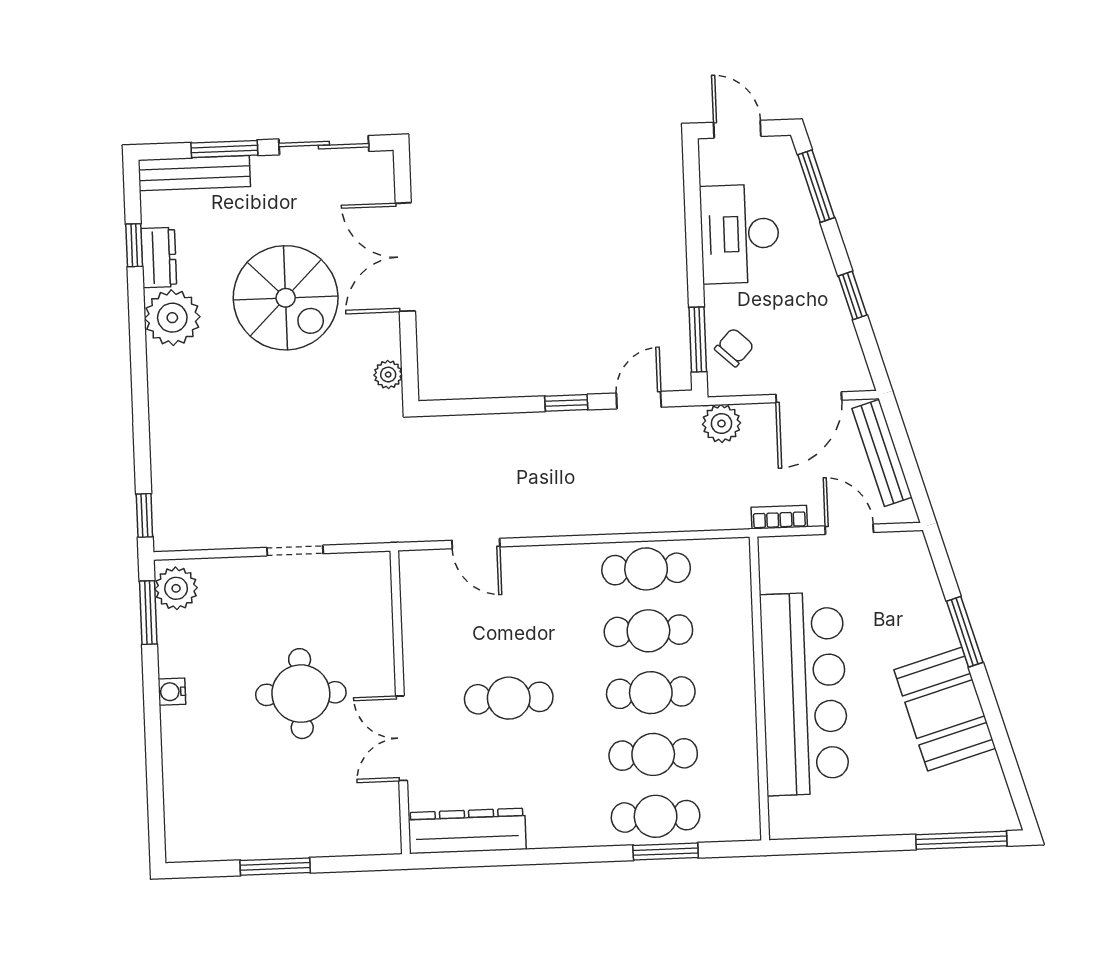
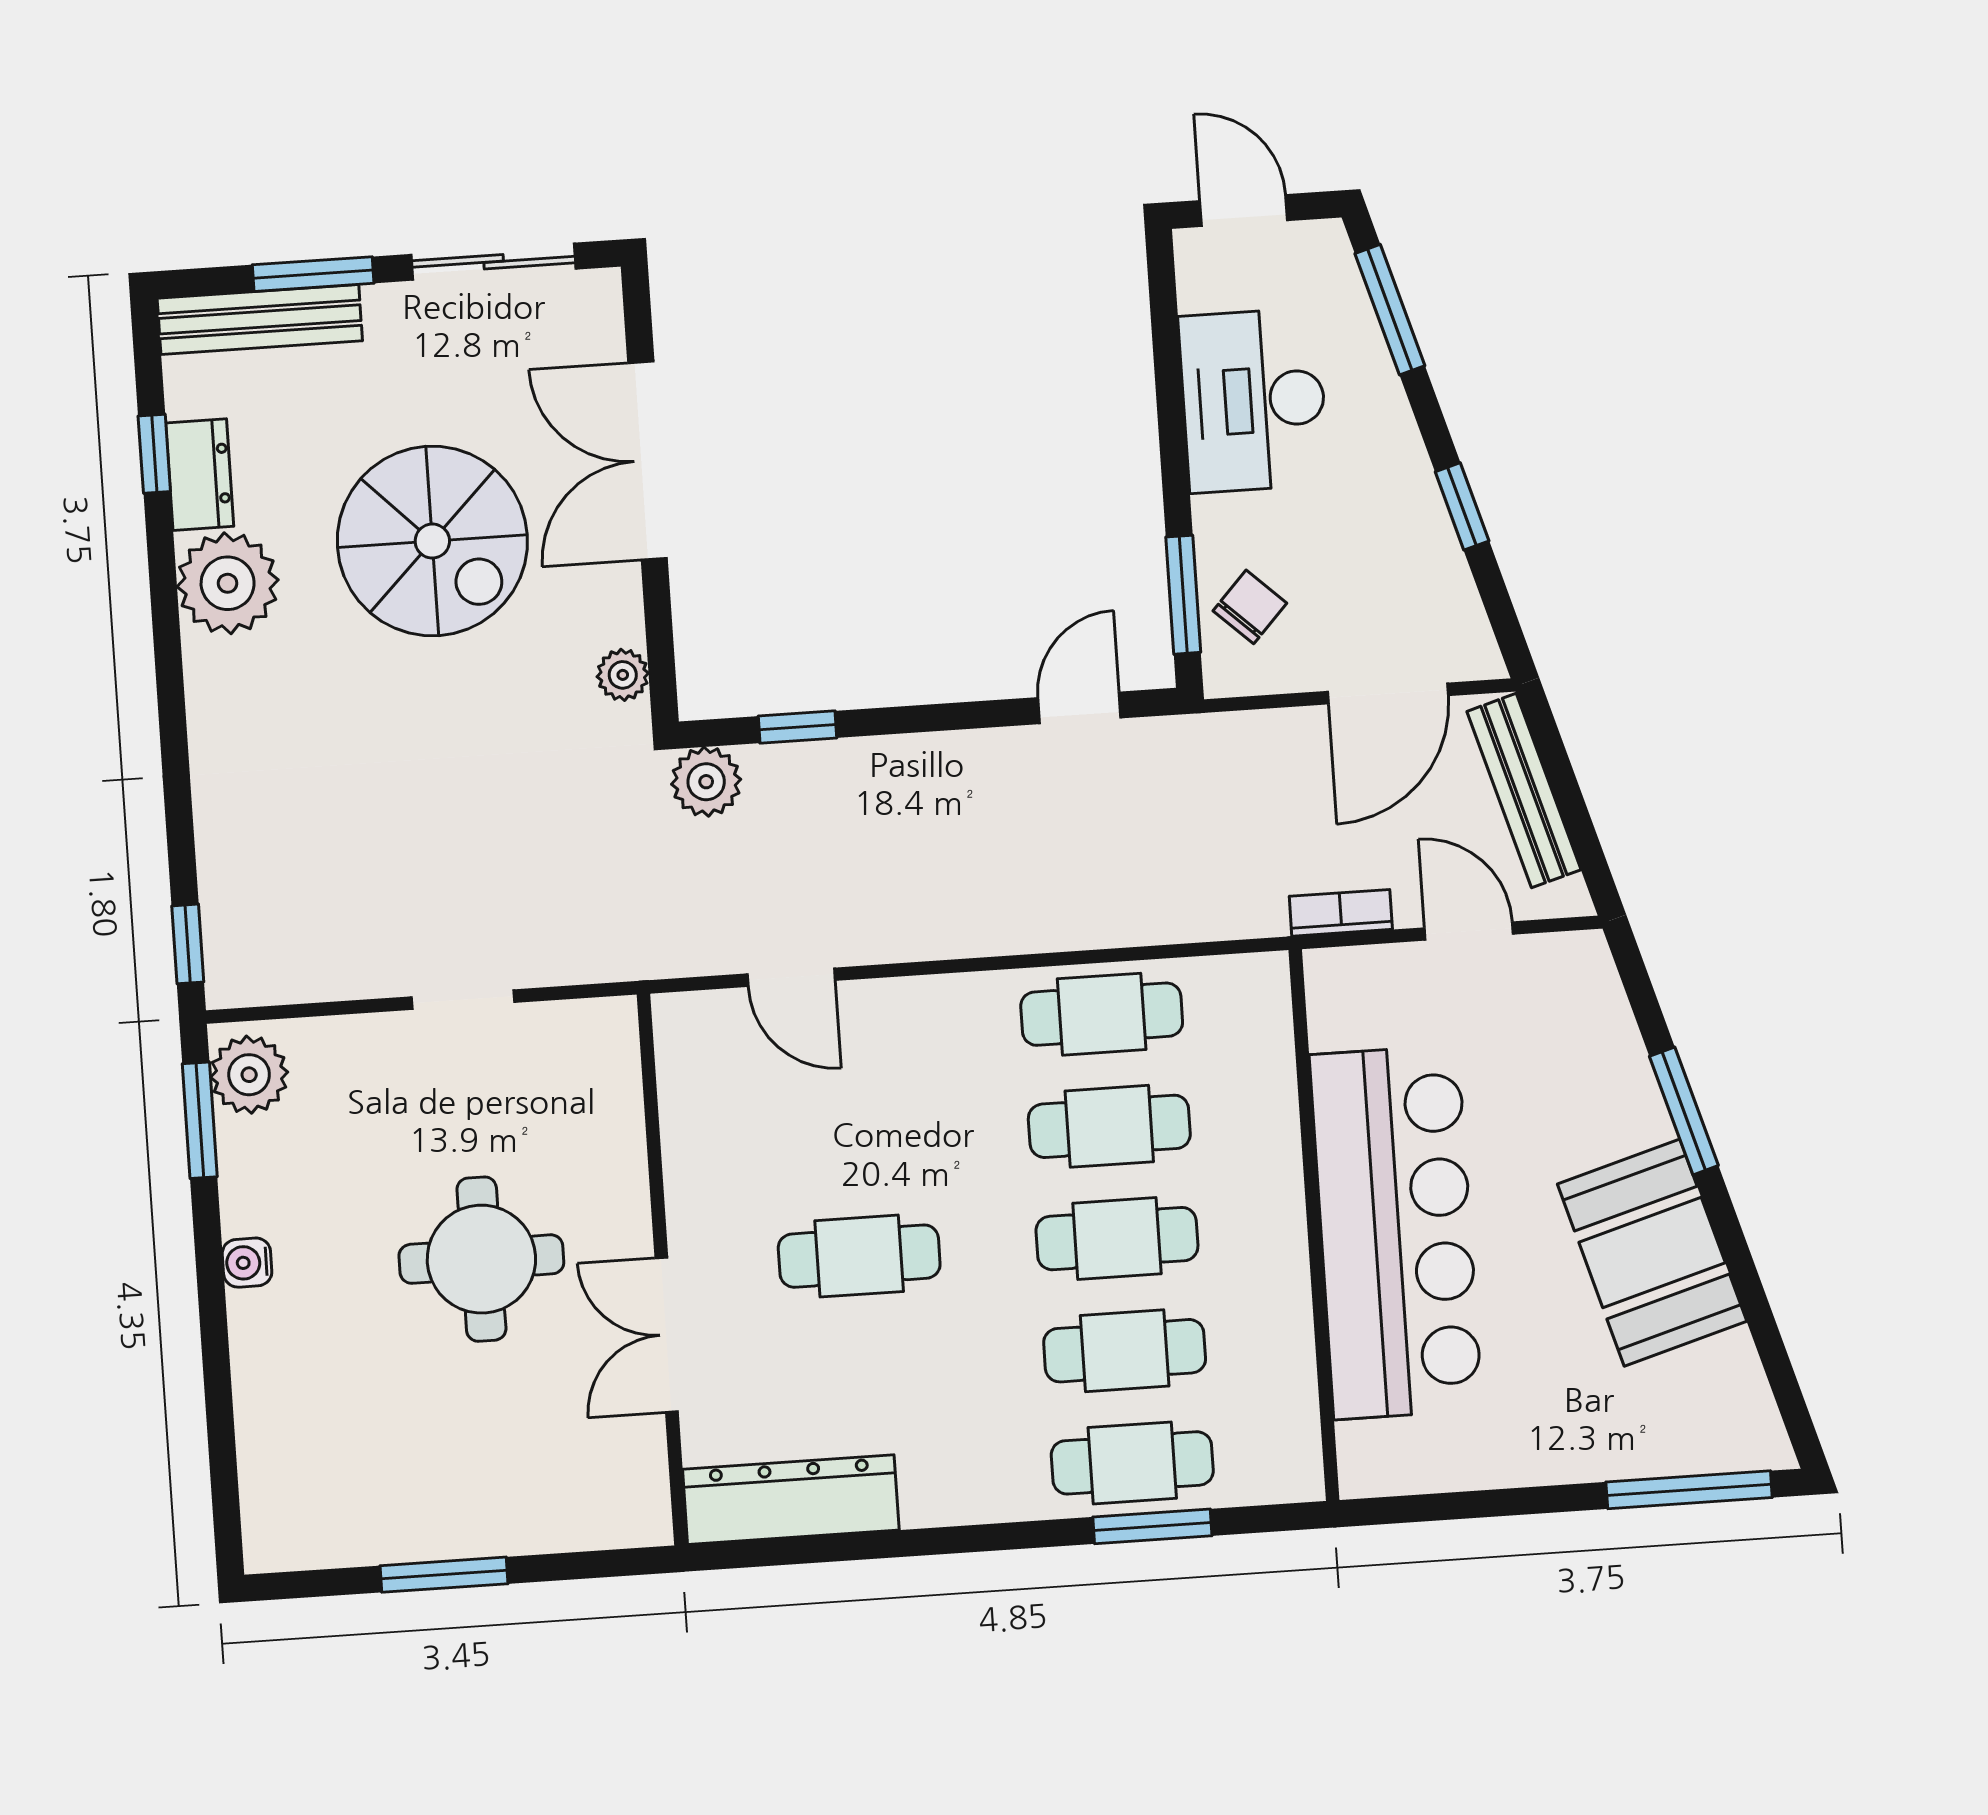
window: (566, 403) -> (798, 727), moved
plant: (721, 424) -> (706, 782), moved

